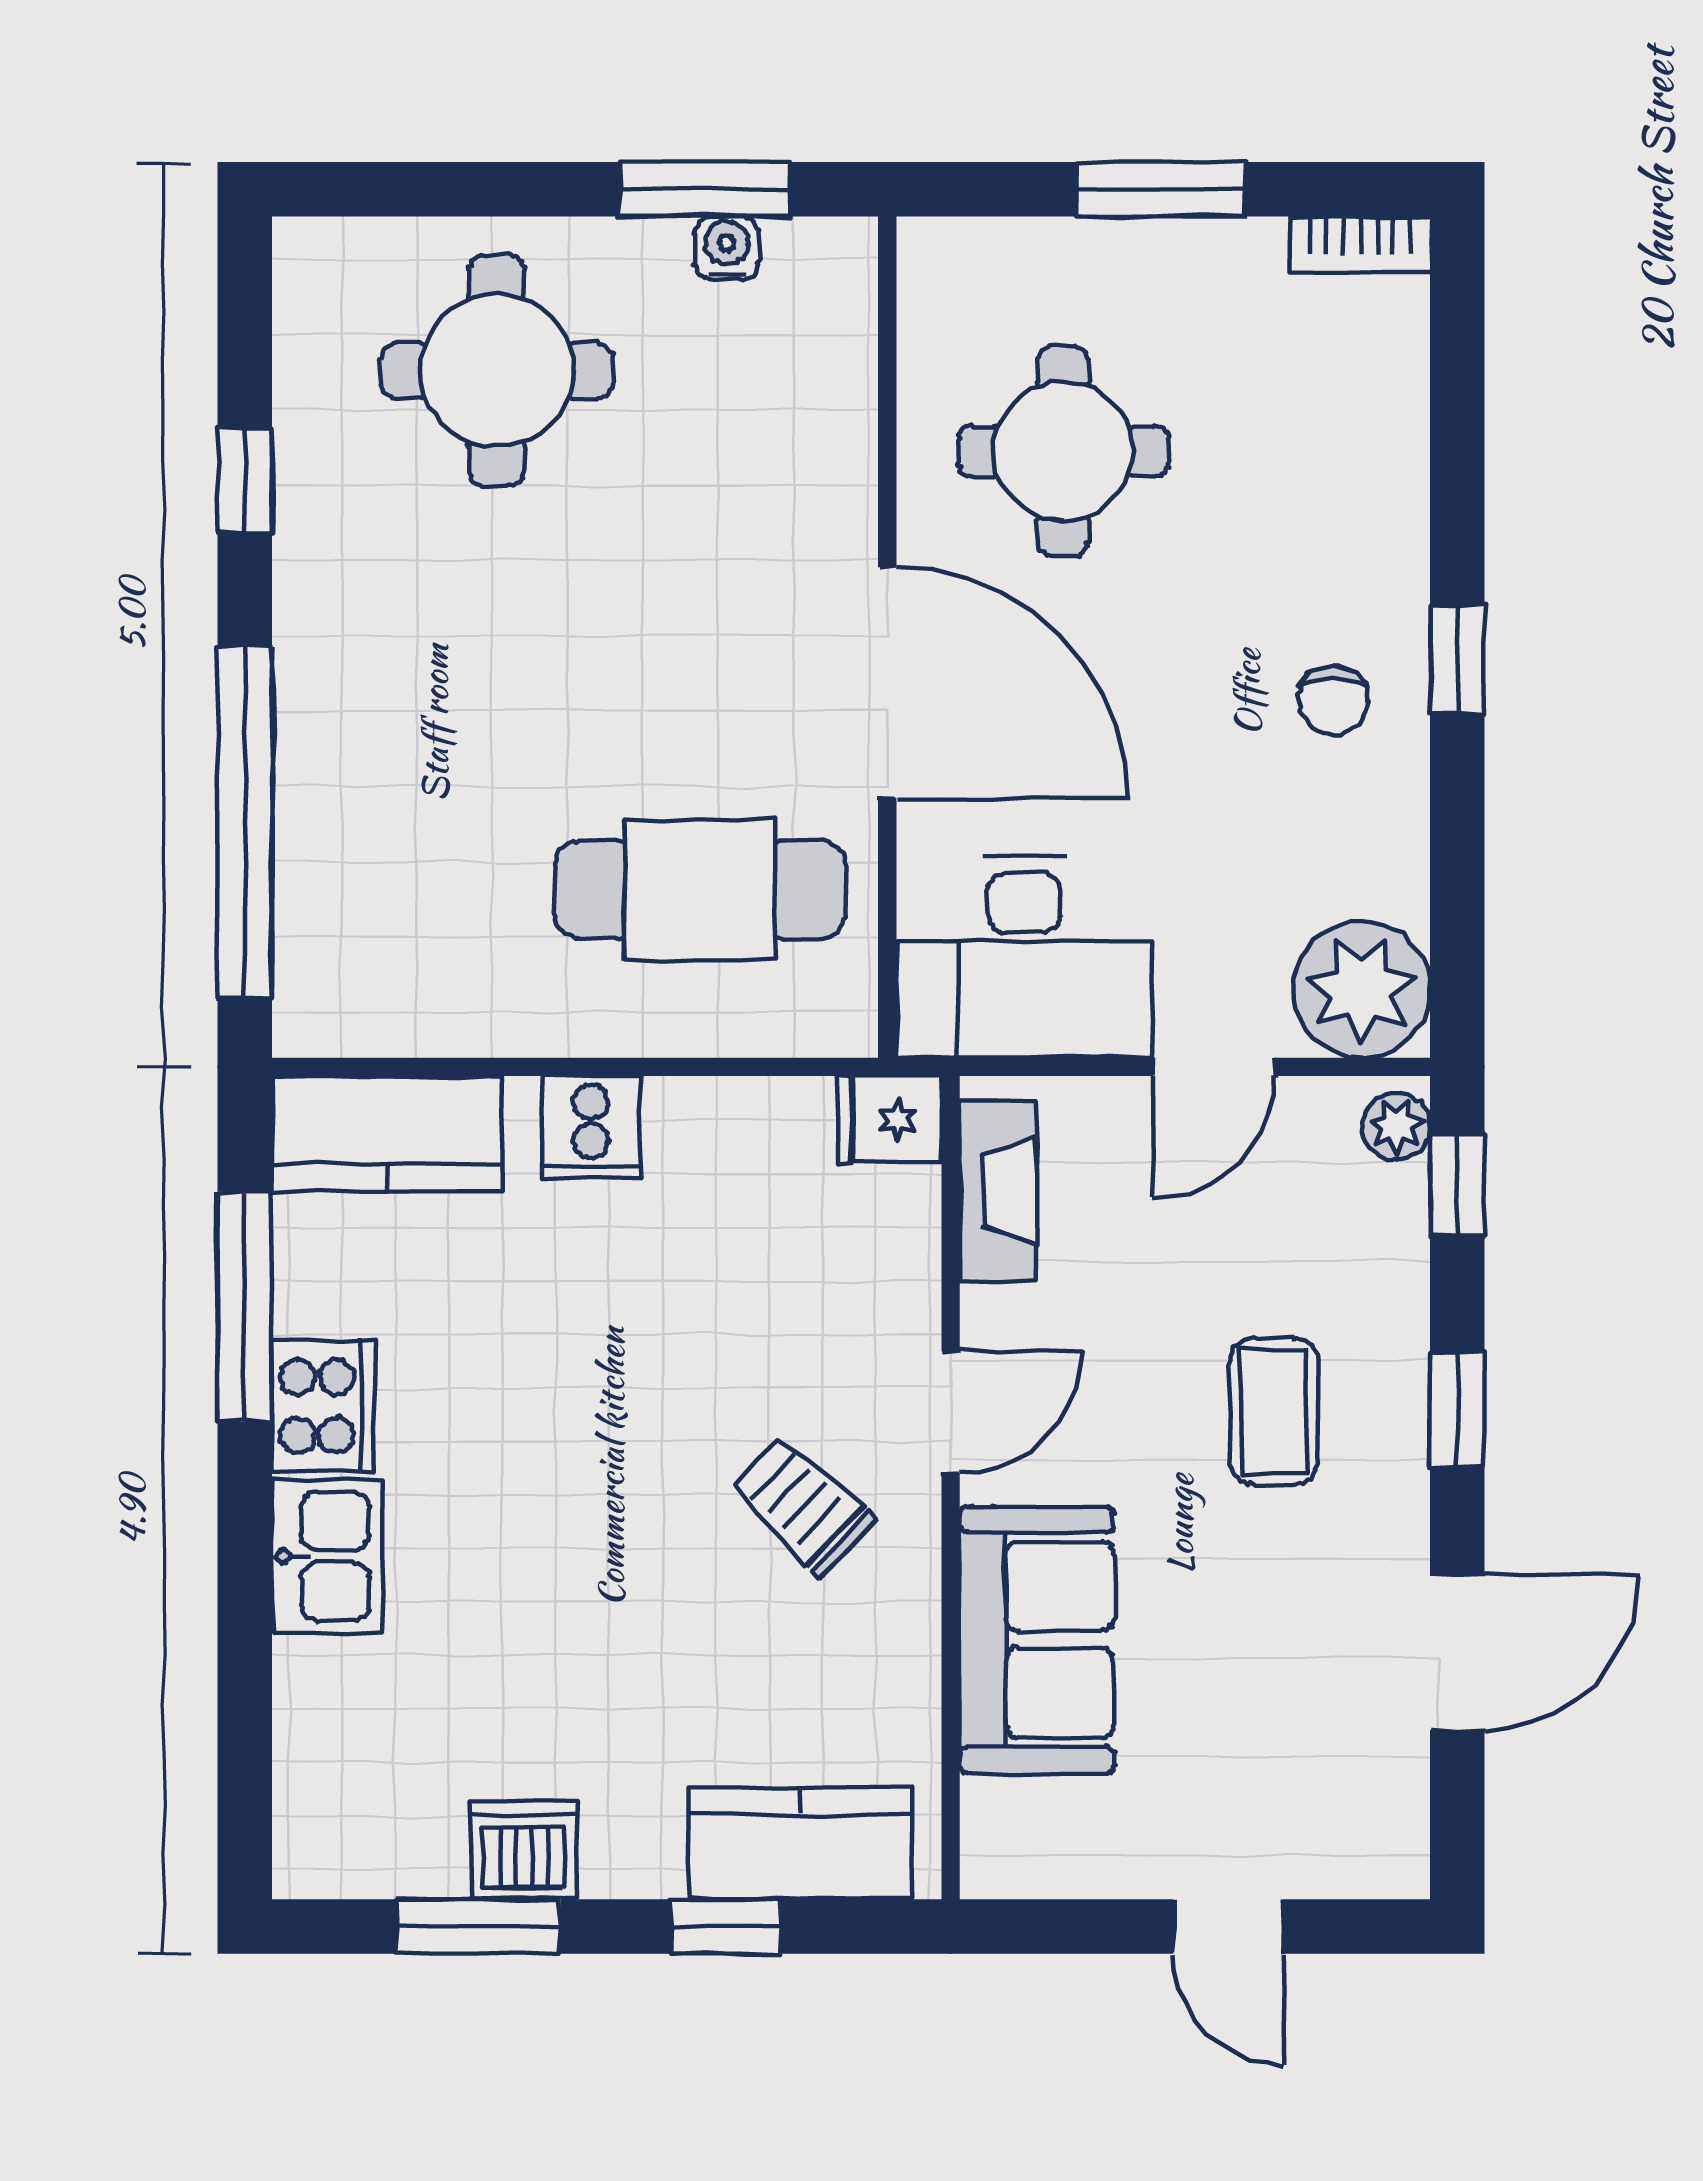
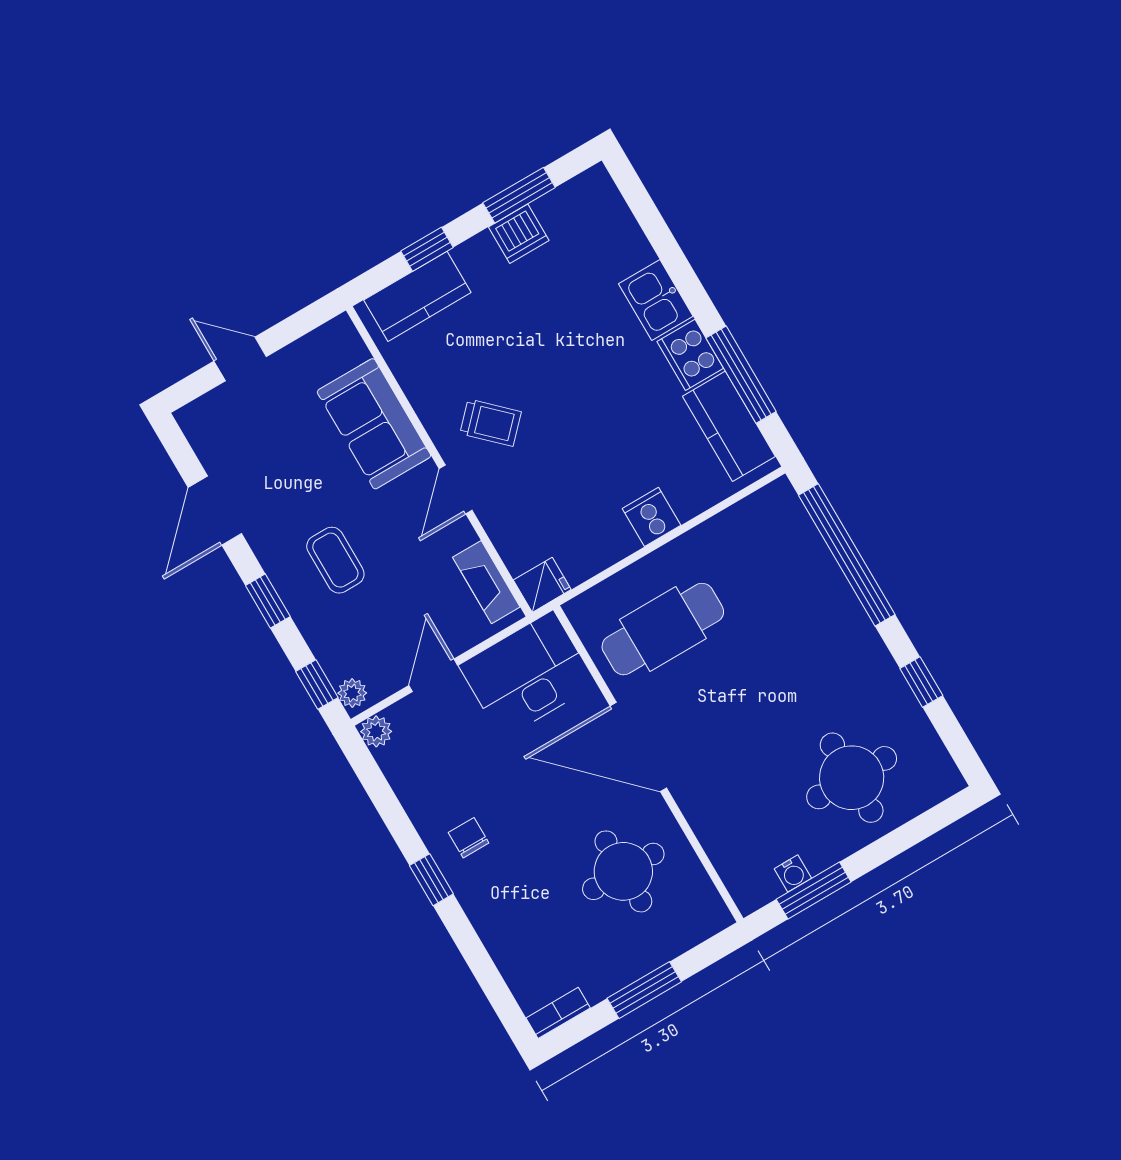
plant: (1362, 989) -> (376, 731), width x0.53, depth x0.53
kitchen counter: (387, 1133) -> (729, 426), moved, turned -90

